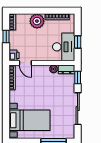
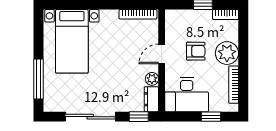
armchair: (36, 41) -> (196, 51), added
window: (78, 42) -> (211, 117), moved
printer: (14, 55) -> (173, 17), removed
door: (25, 63) -> (162, 54), moved

